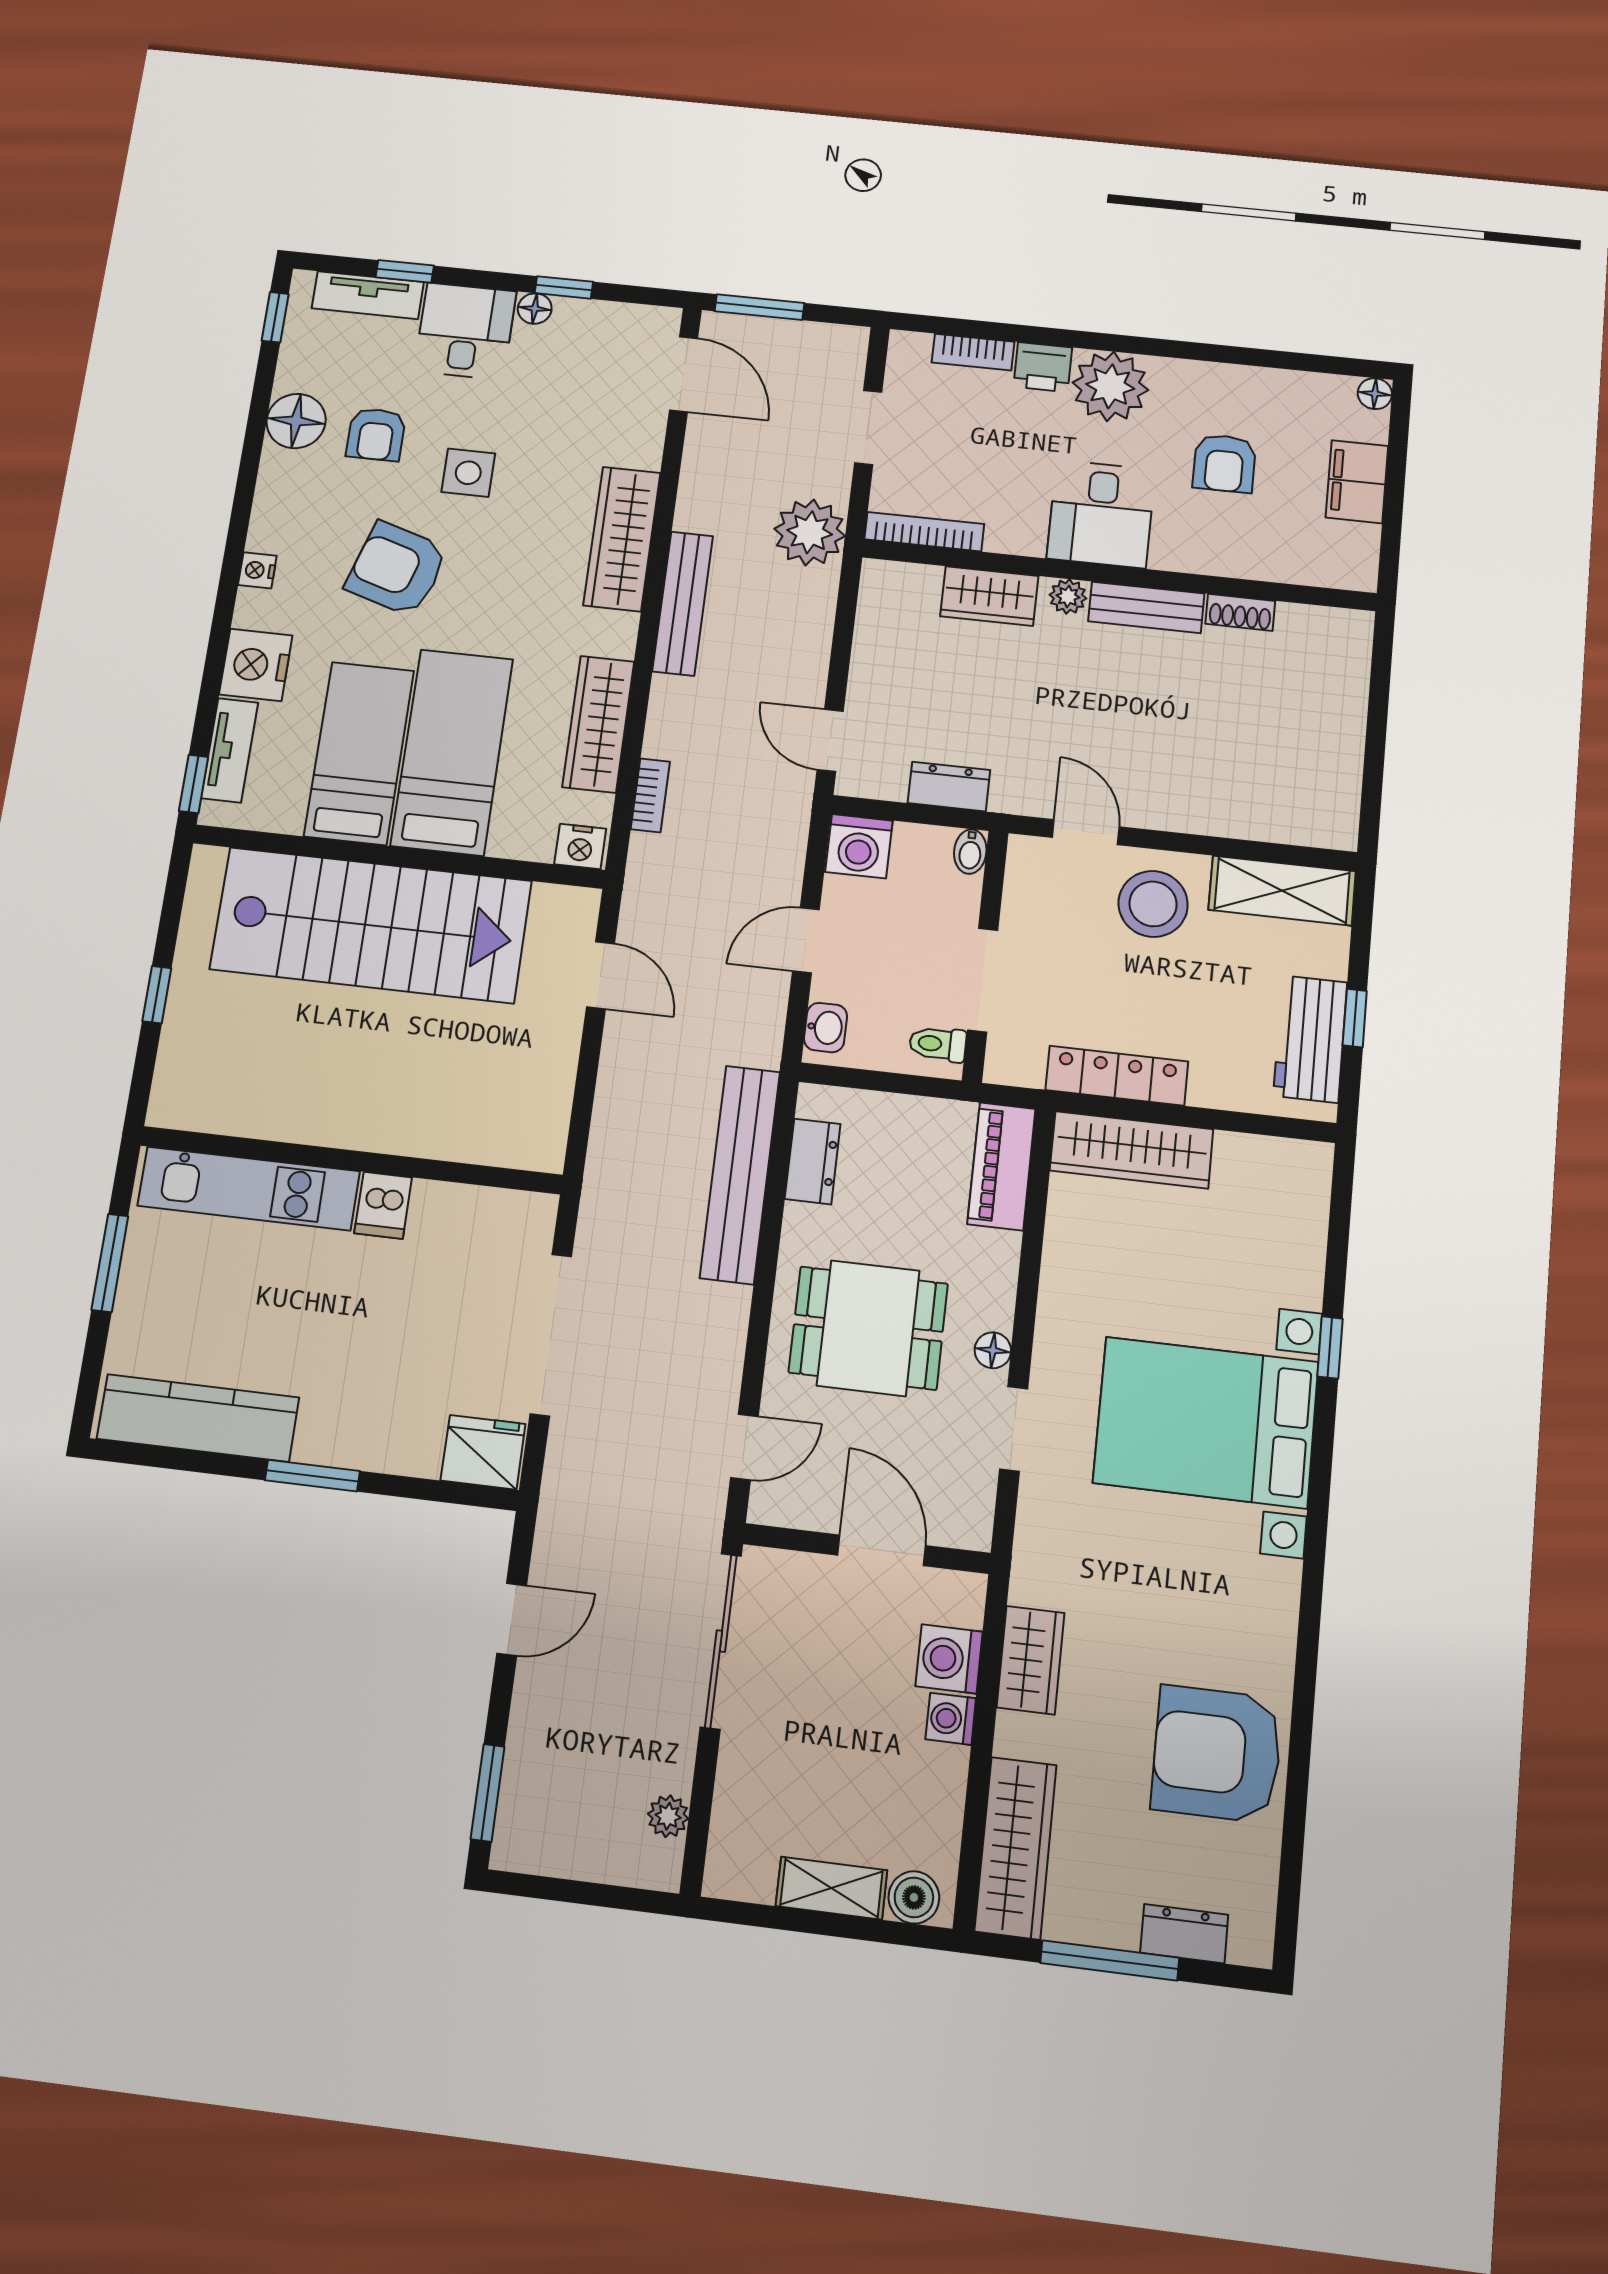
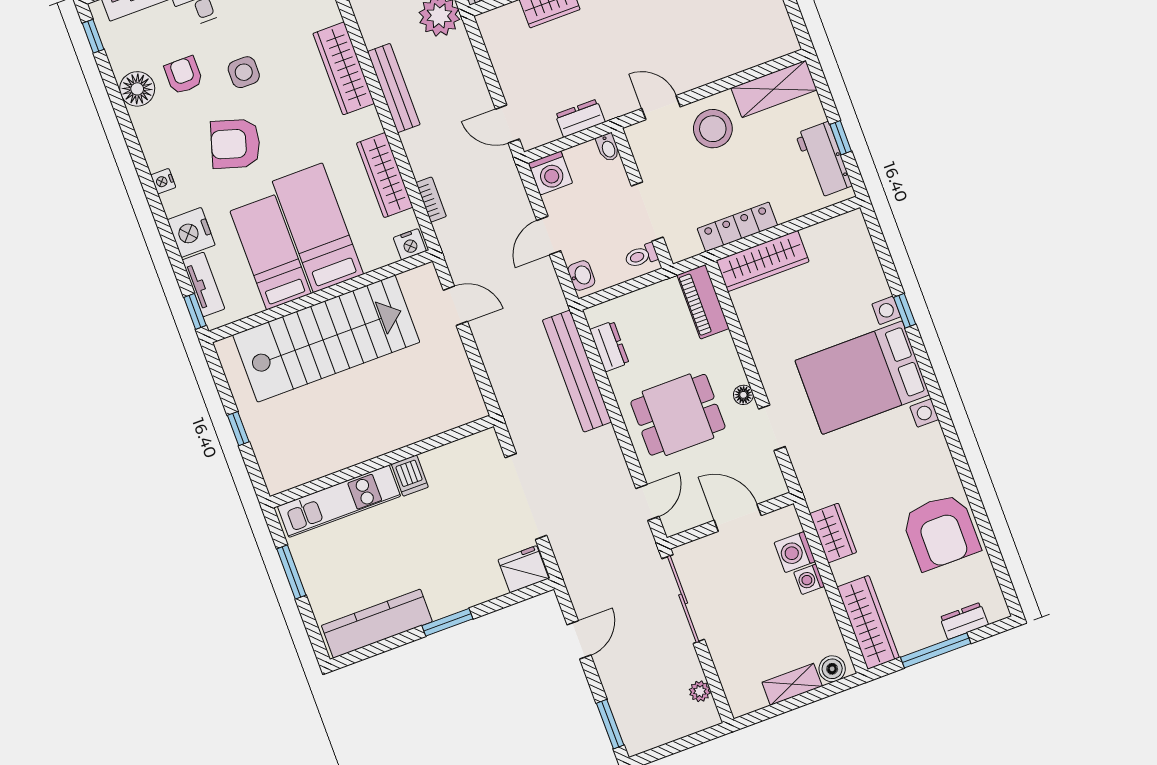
armchair: (376, 434) -> (184, 75), turned 180
armchair: (1217, 1754) -> (941, 532), turned -90

